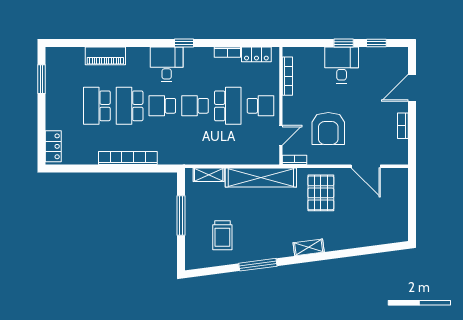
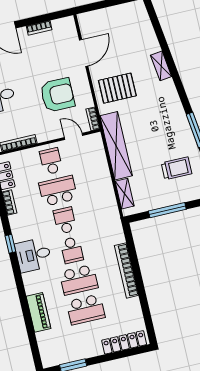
school desk: (195, 106) -> (65, 221), turned 180
locker: (53, 146) -> (124, 342), width x1.53
shelving: (309, 247) -> (161, 66), moved

